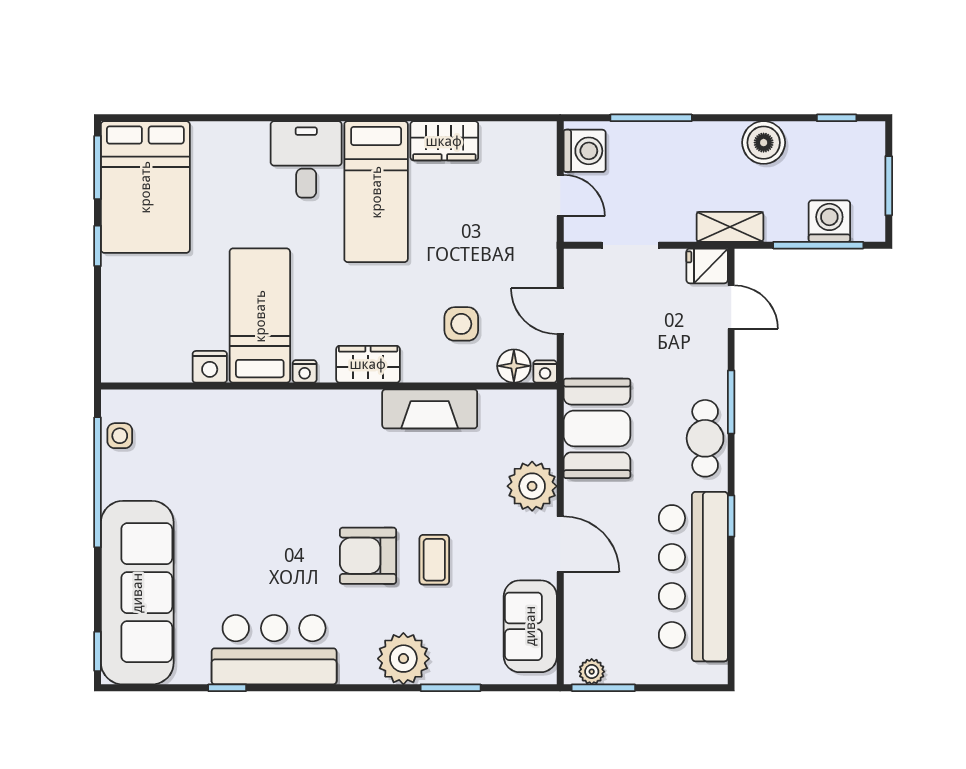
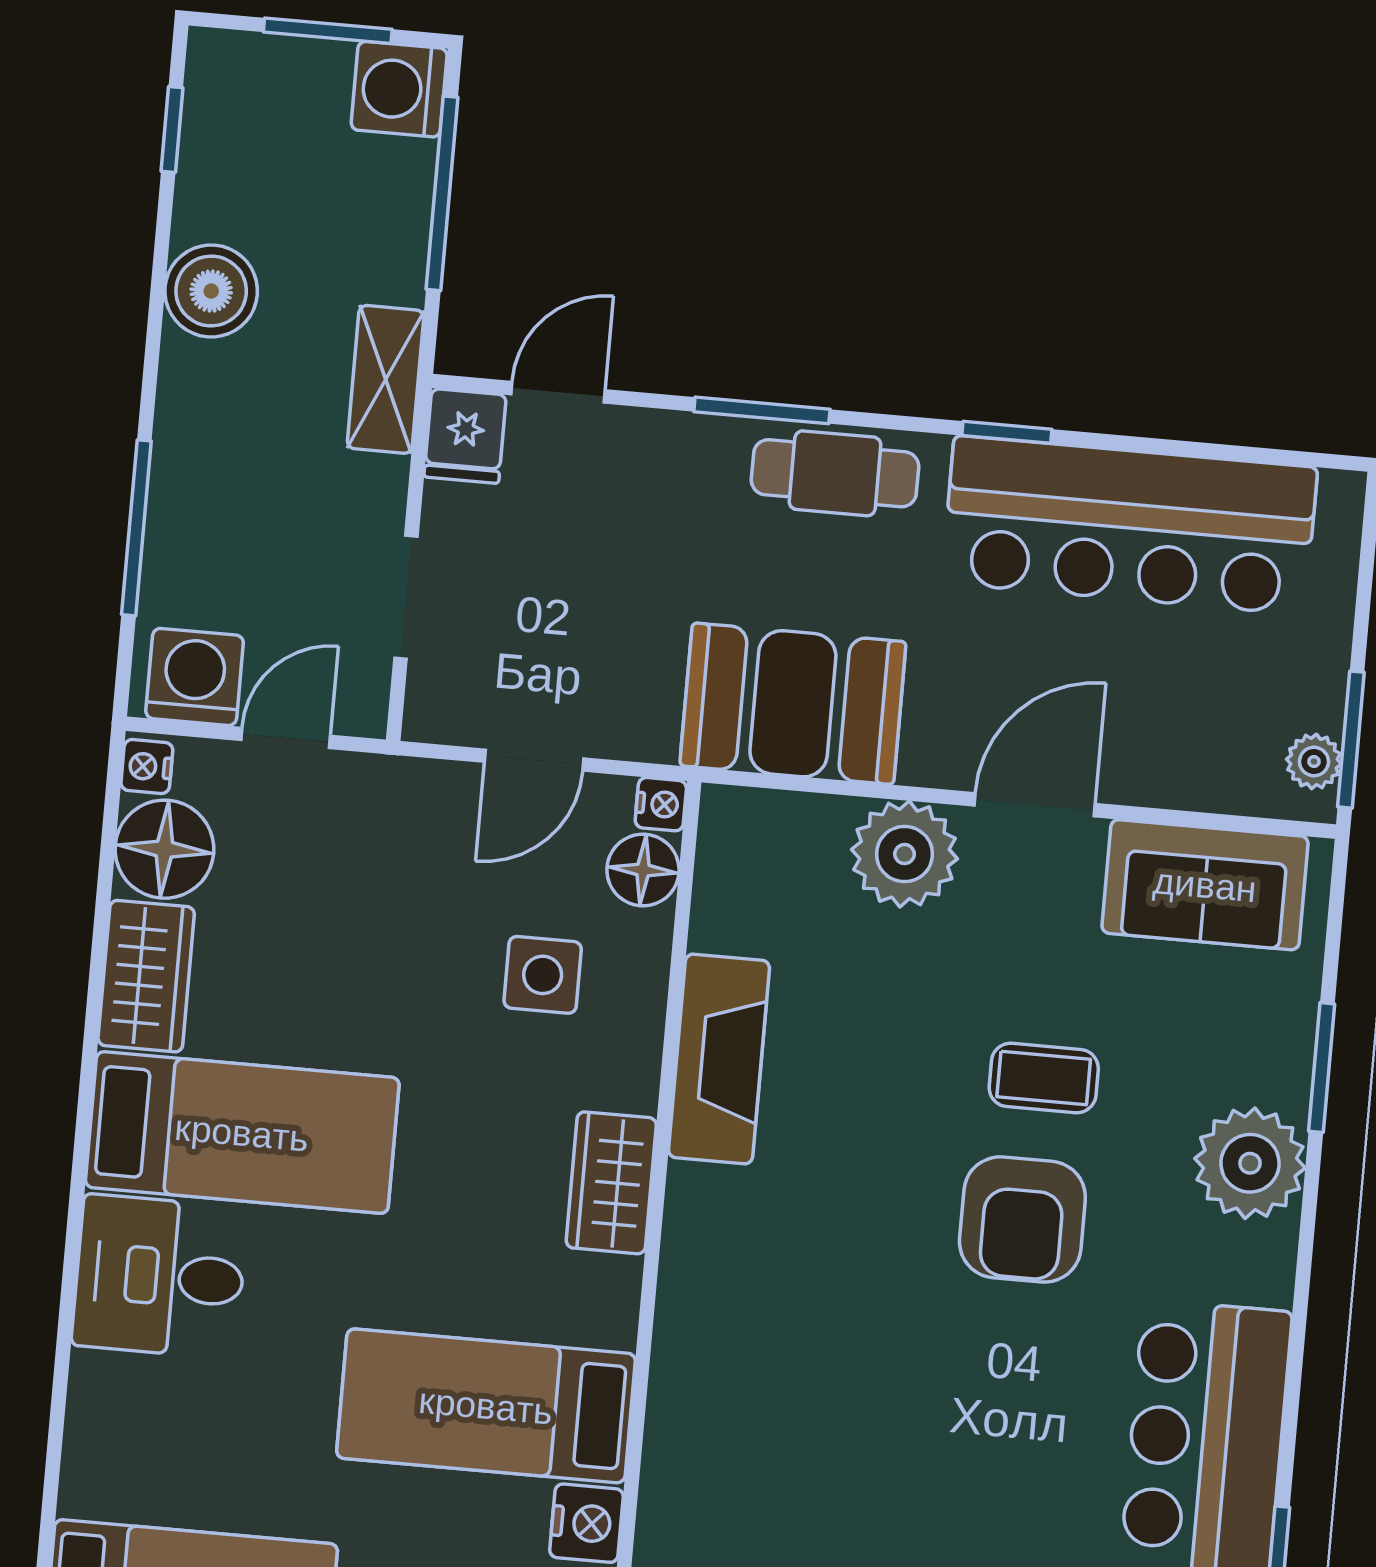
floor lamp: (504, 144) -> (164, 849), added
washing machine: (829, 221) -> (399, 89), moved
nightstand: (305, 371) -> (147, 767), moved, turned 180

